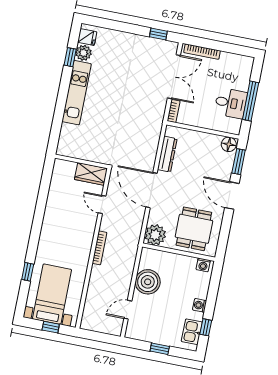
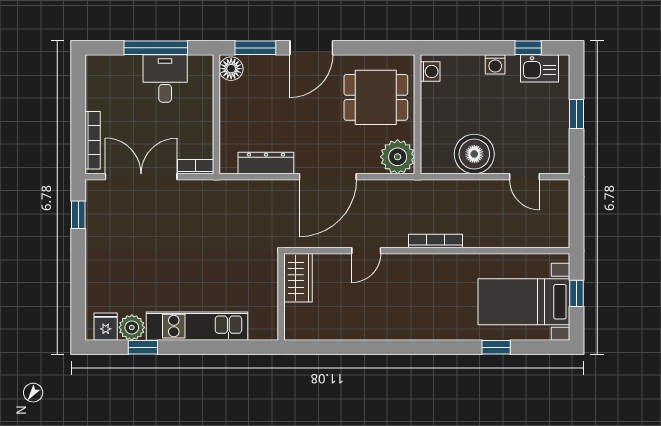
wall: (81, 161) -> (281, 297), moved
wardrobe: (91, 174) -> (298, 278), moved

